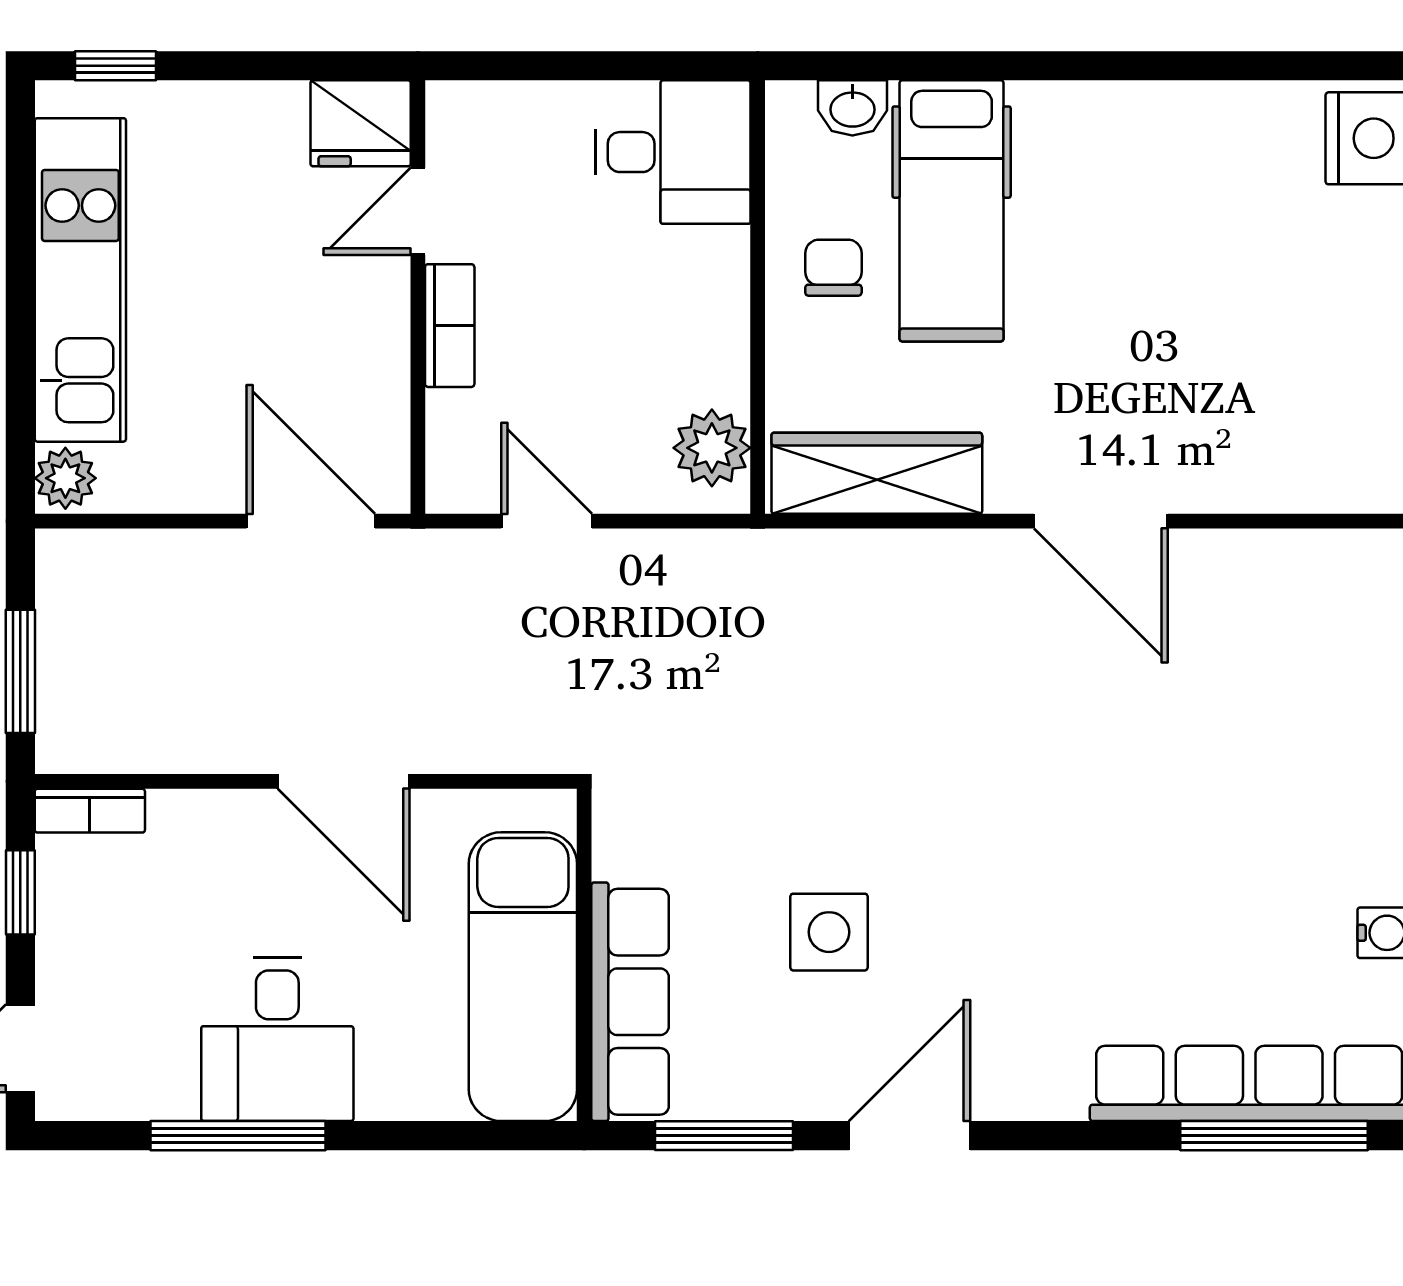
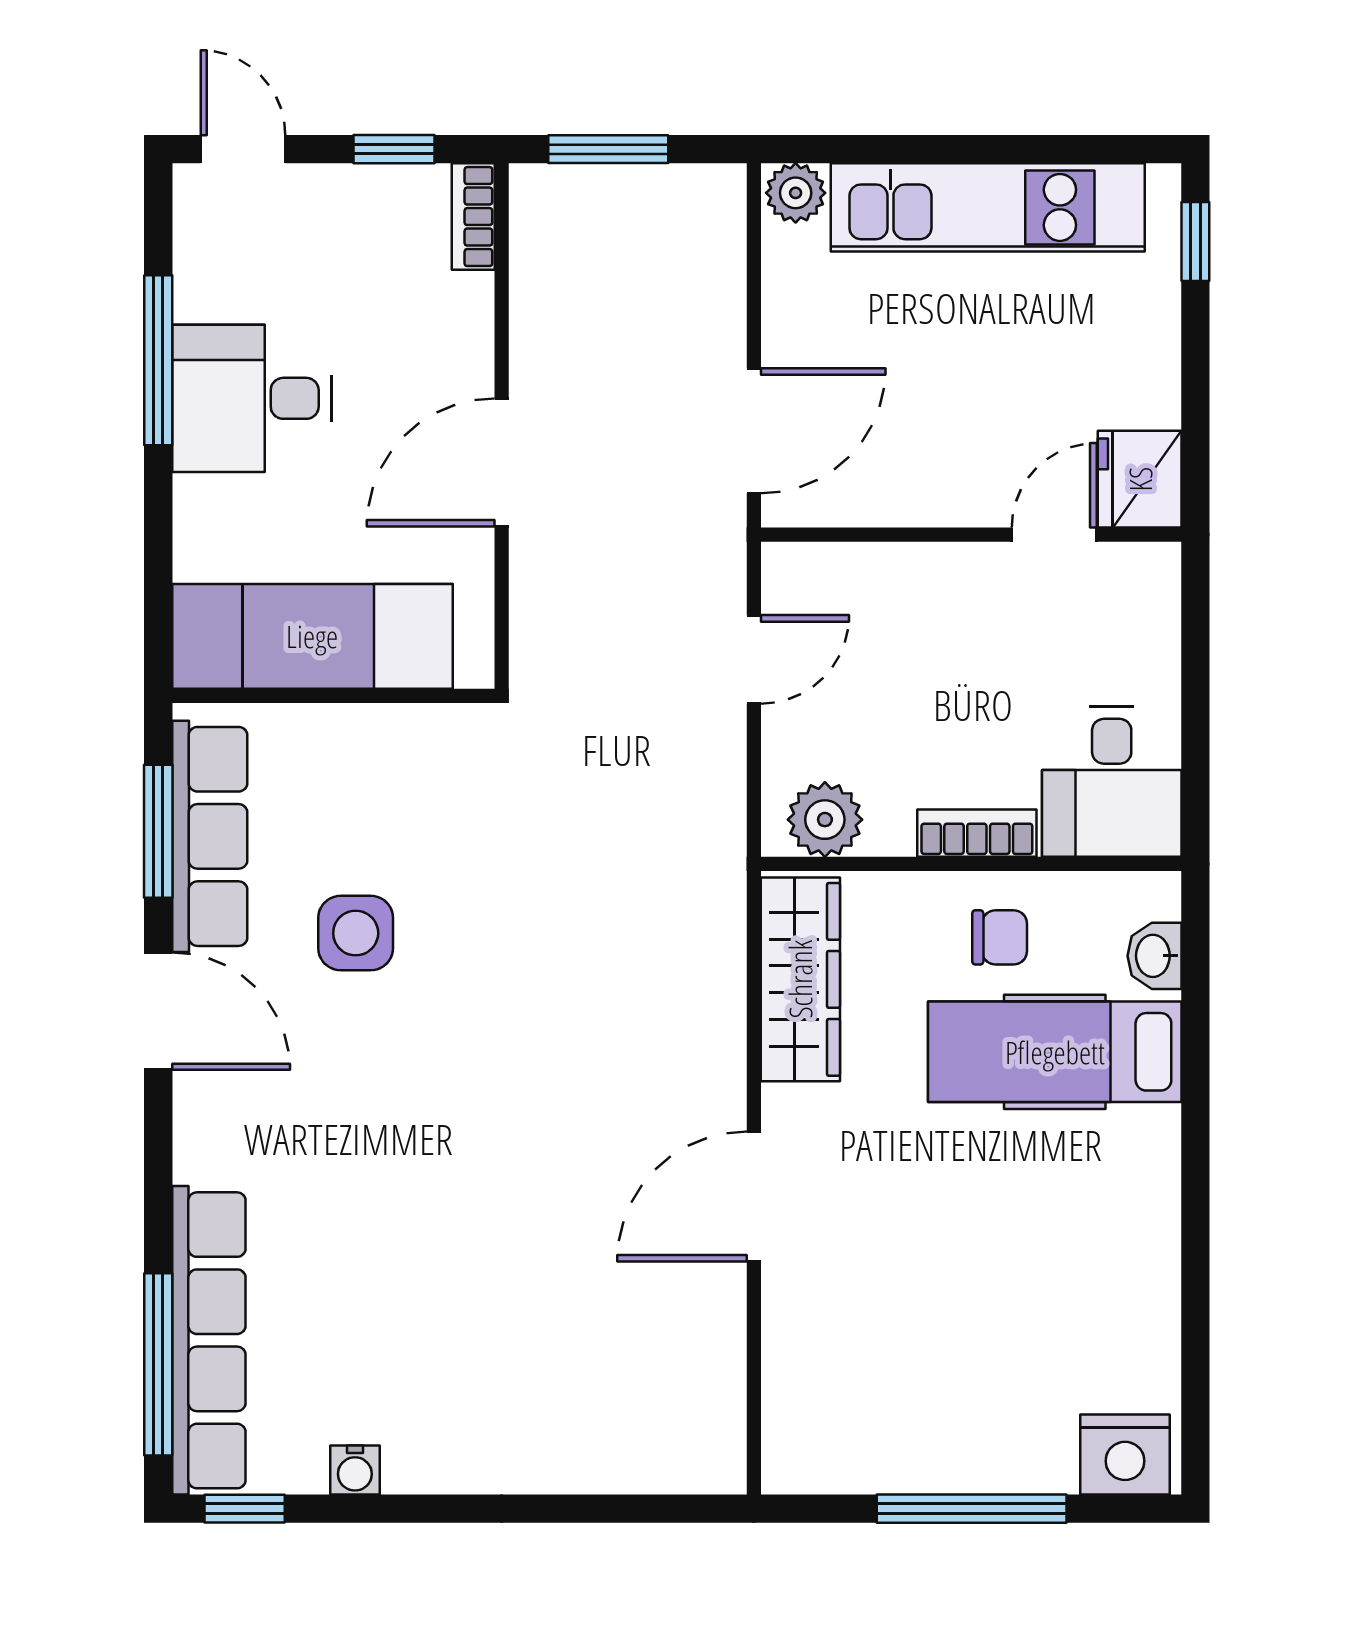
door: (418, 211) -> (1054, 535), hinge flipped
bookcase: (450, 326) -> (977, 833), moved, turned 180
row of seats: (630, 1002) -> (210, 836), moved, turned -90

